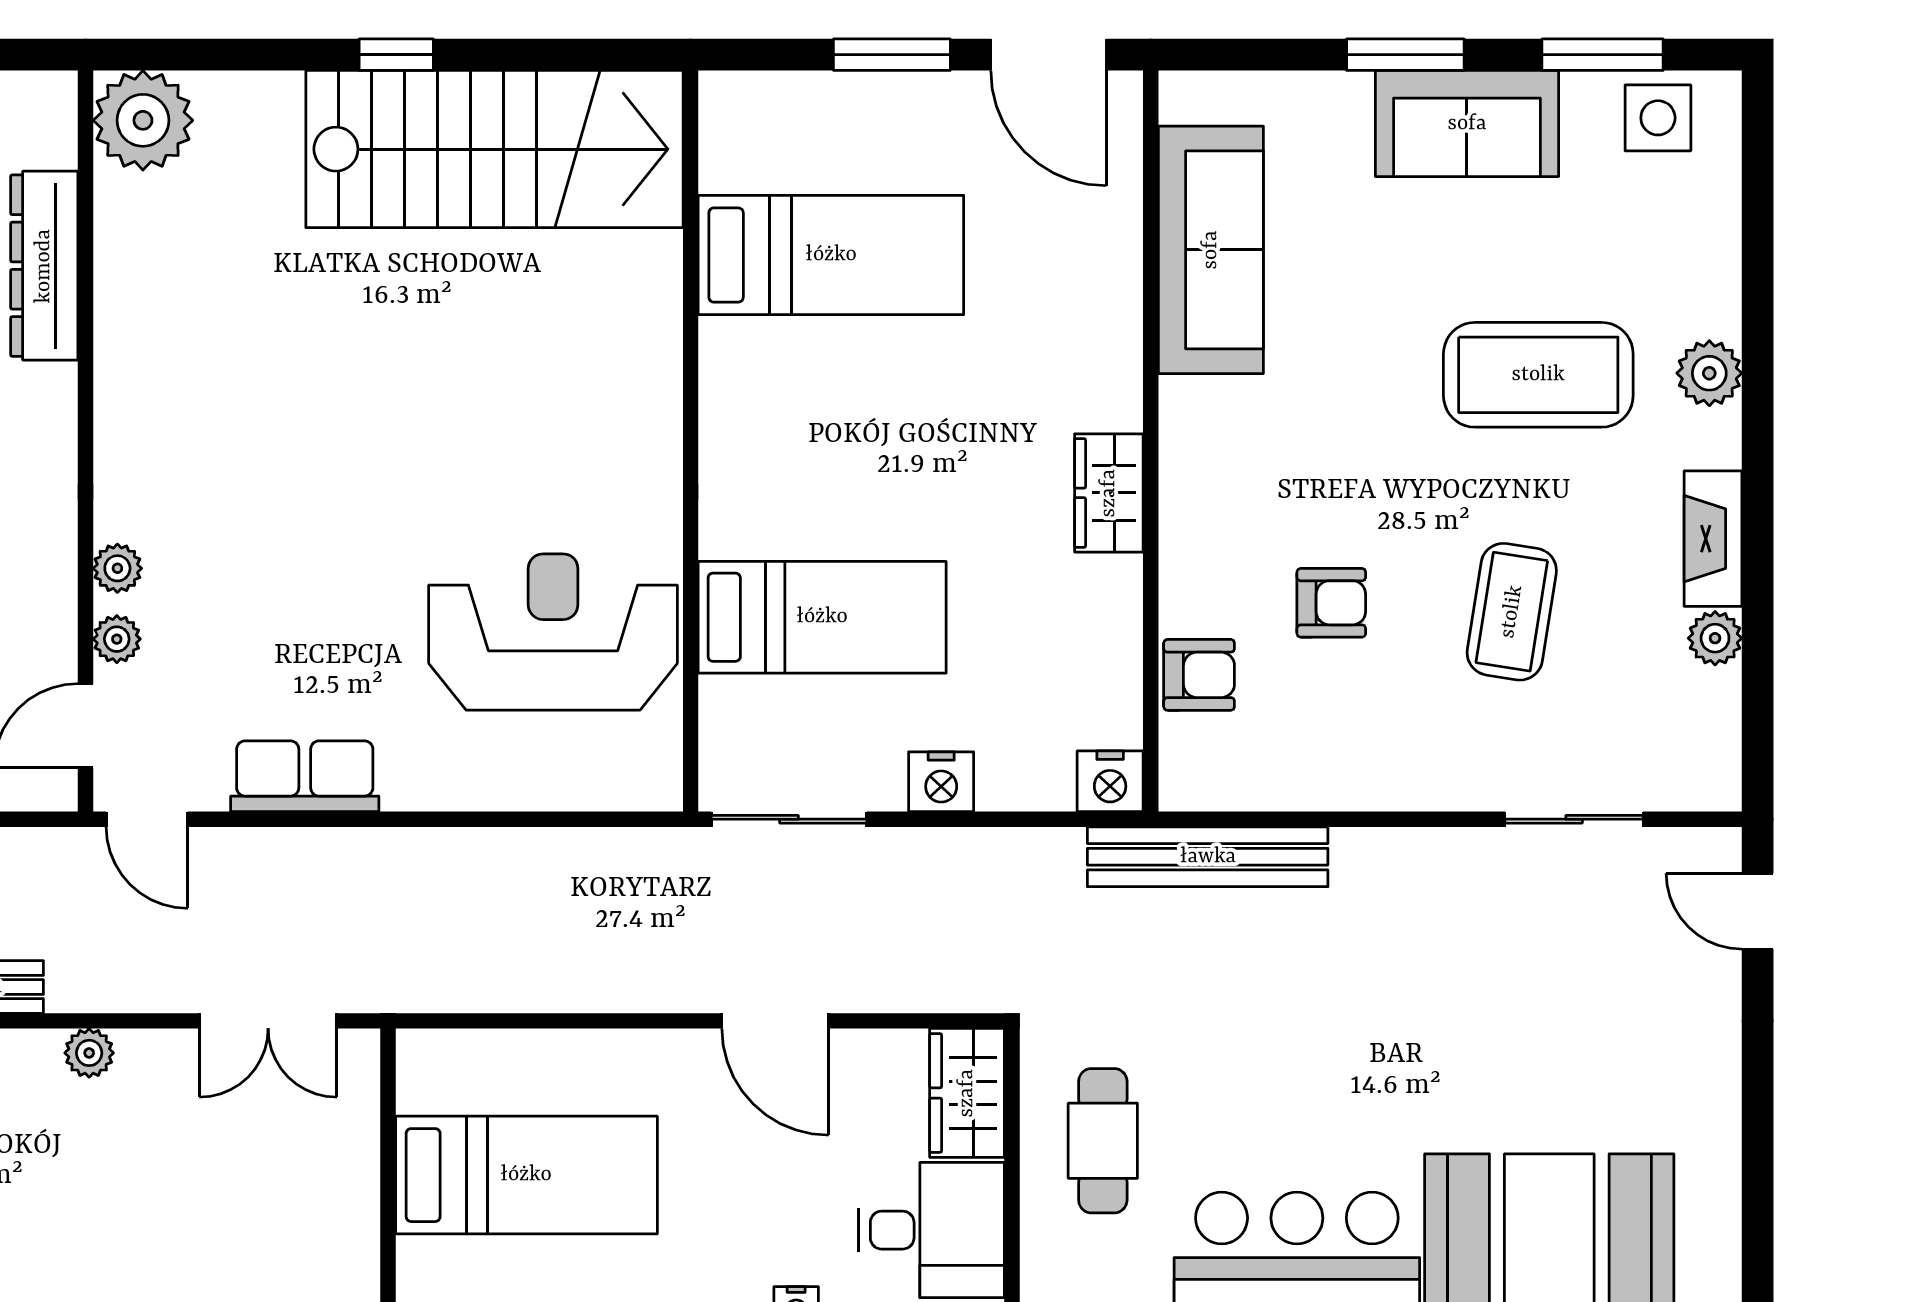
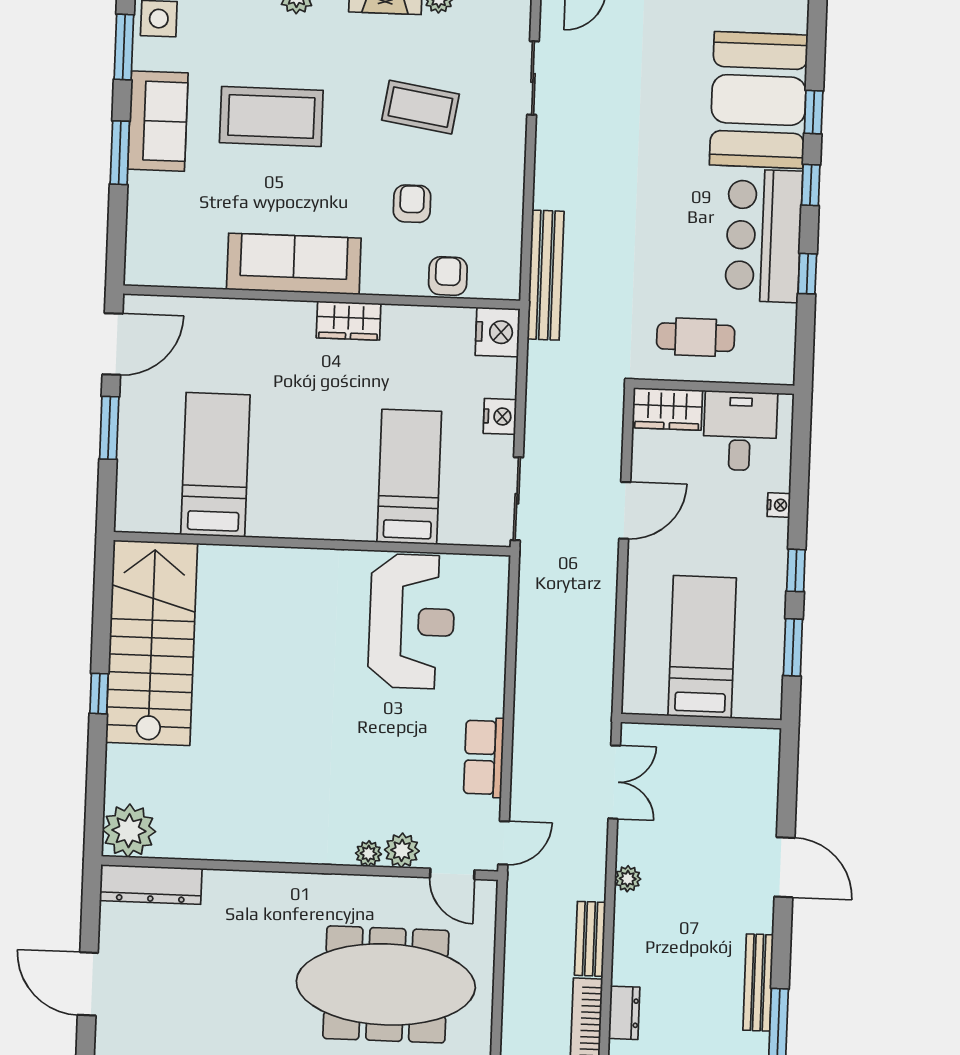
sofa: (1211, 250) -> (294, 264), moved
dresser: (44, 266) -> (151, 884), moved
coffee table: (1538, 375) -> (271, 116), moved, turned 90
reception desk: (553, 632) -> (412, 621), turned 180
plant: (117, 639) -> (402, 850), width x1.38, depth x1.38
nightstand: (1110, 781) -> (498, 332), width x1.36, depth x1.33

